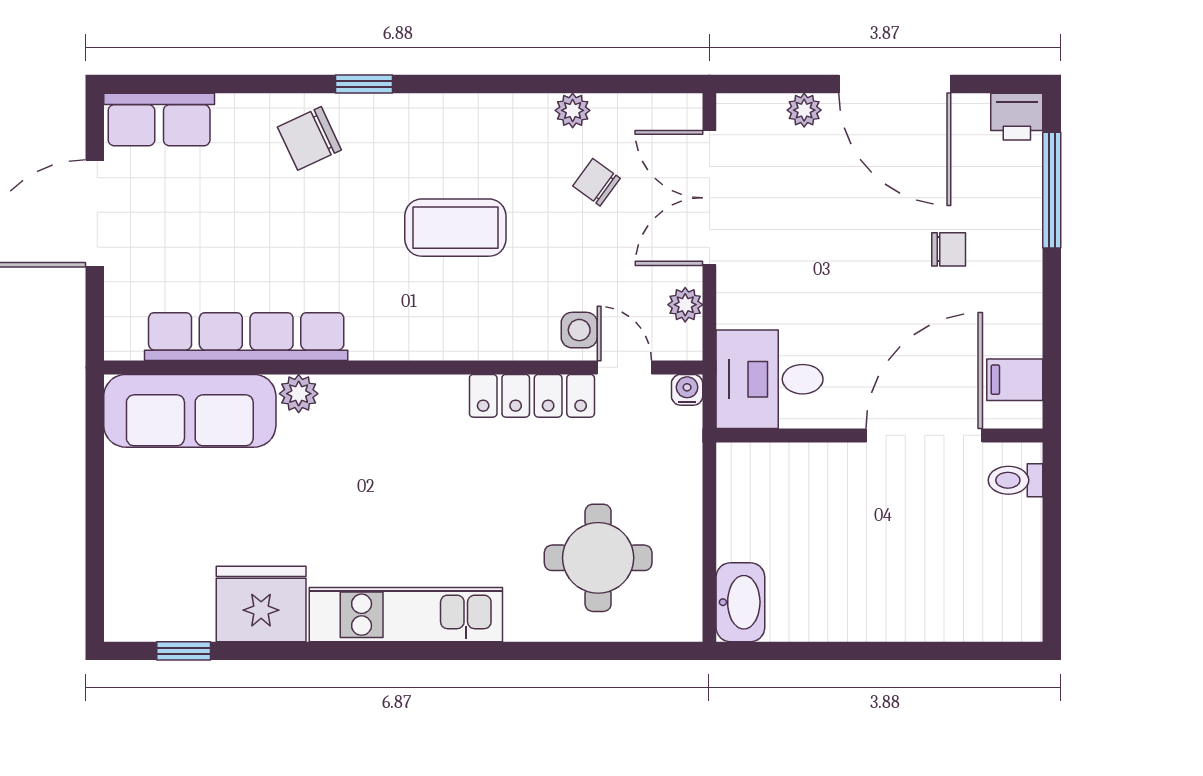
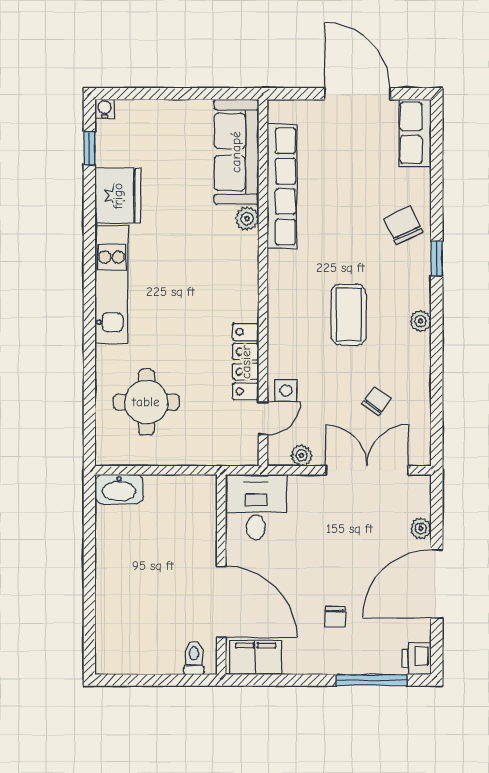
plant: (573, 110) -> (420, 321), moved
filing cabinet: (1015, 380) -> (256, 657), width x2.00
water cooler: (687, 390) -> (104, 109), moved, turned -90

